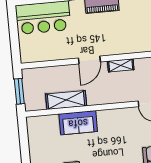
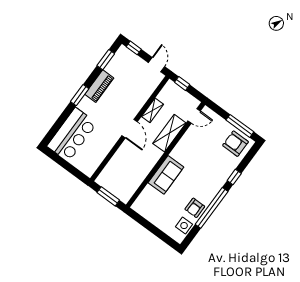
shelving: (66, 100) -> (169, 133), moved

